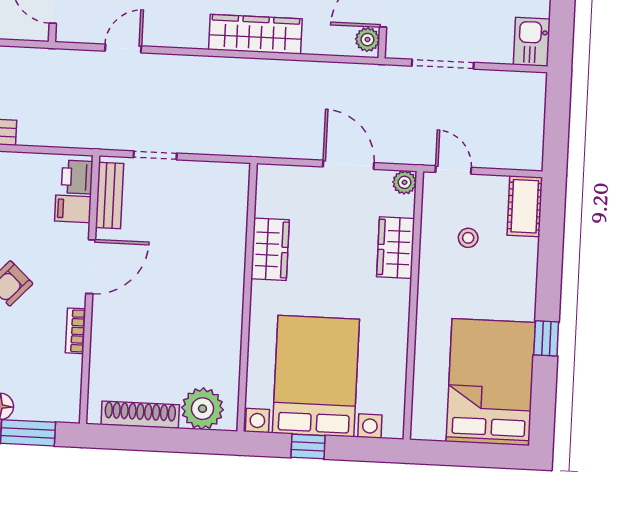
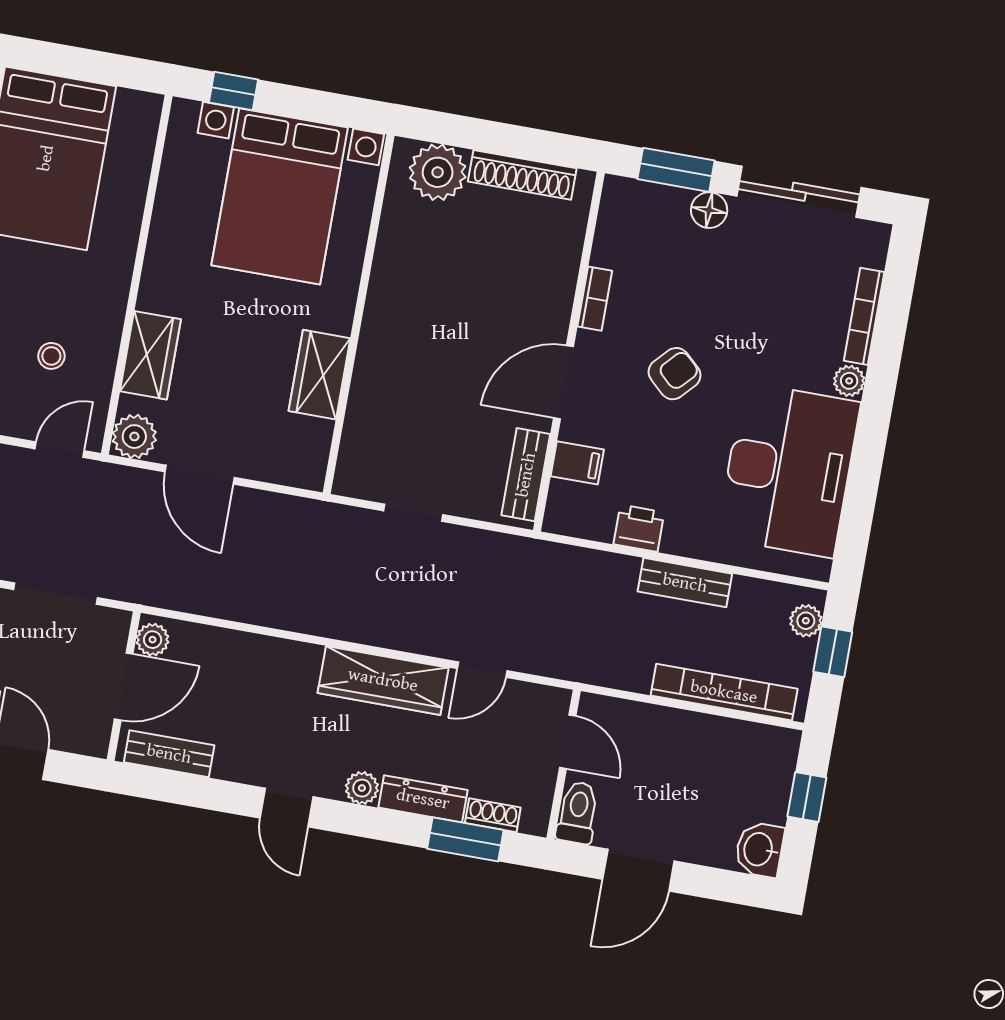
wardrobe: (255, 34) -> (383, 680), moved
doorway: (155, 155) -> (413, 513), moved
door: (453, 170) -> (60, 450), swing flipped
printer: (77, 177) -> (639, 528), moved, turned -90
plant: (405, 182) -> (134, 437), width x1.38, depth x1.38
window: (308, 446) -> (234, 91), moved

